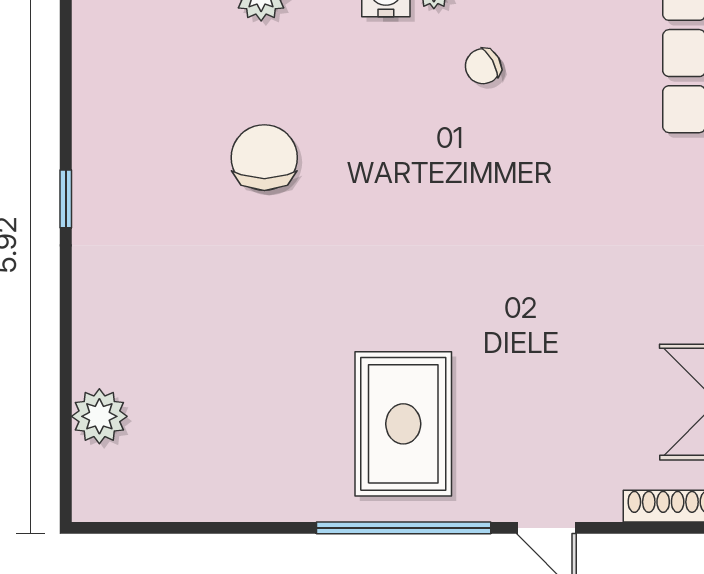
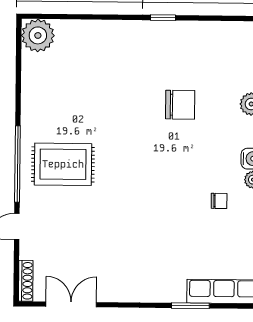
chair: (483, 66) -> (219, 201), turned 119
plant: (99, 416) -> (38, 35), moved, width x1.36, depth x1.36

